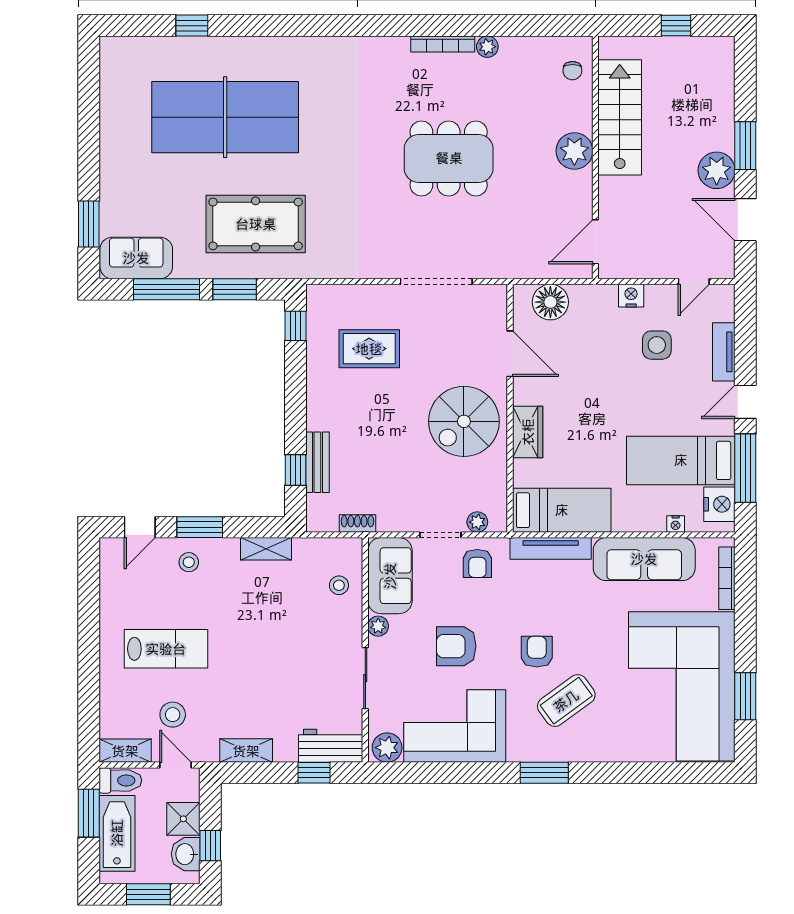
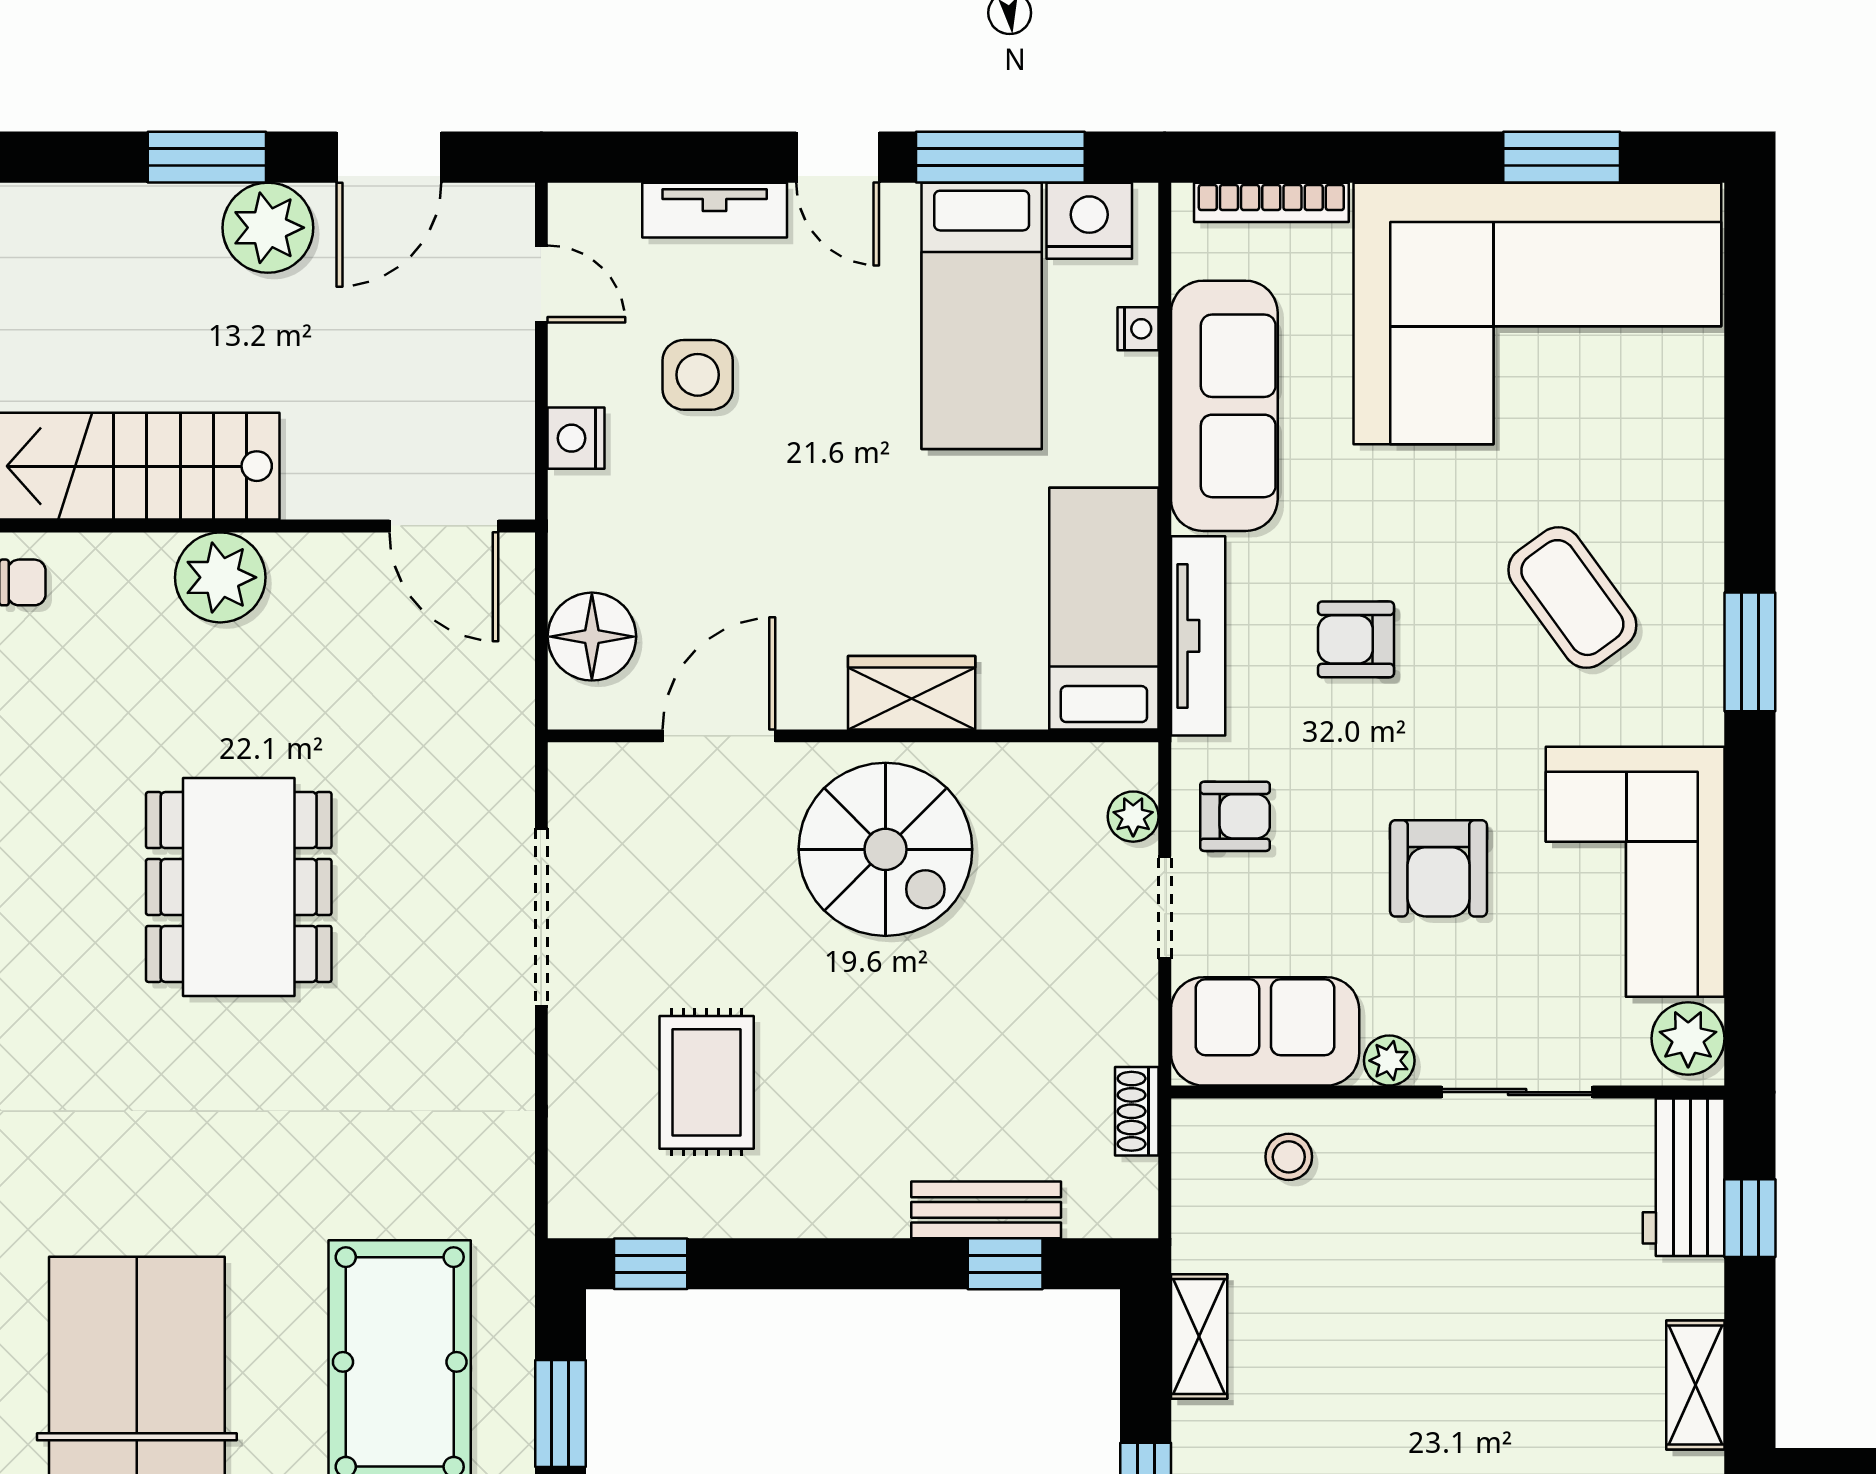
armchair: (537, 652) -> (1356, 639), moved

